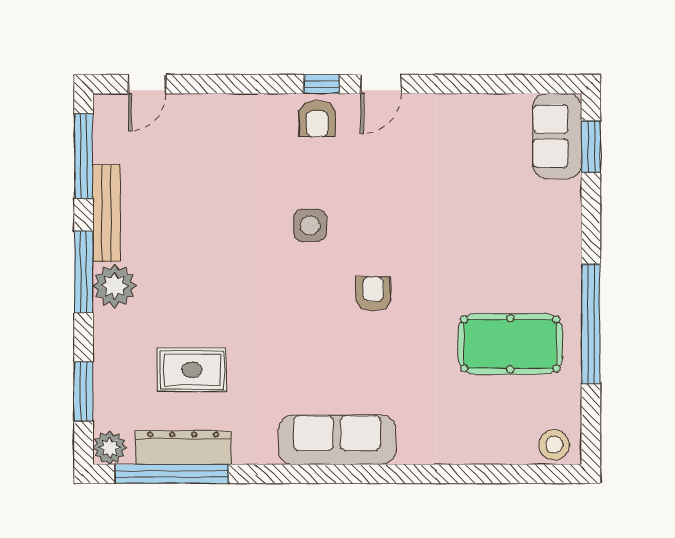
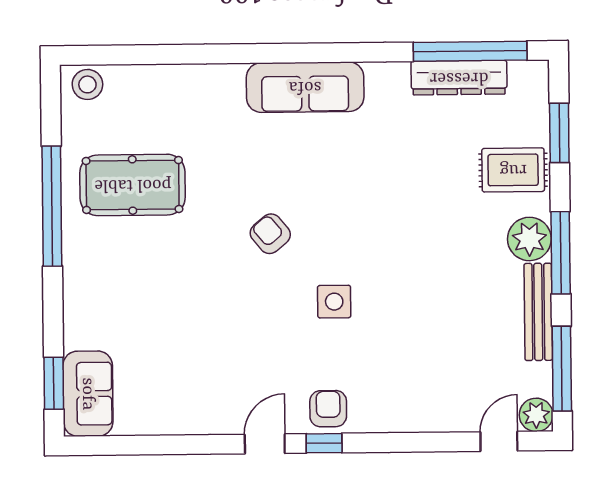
armchair: (373, 294) -> (270, 234), turned 140
rug: (192, 370) -> (513, 170), moved
plant: (110, 448) -> (536, 415), moved

